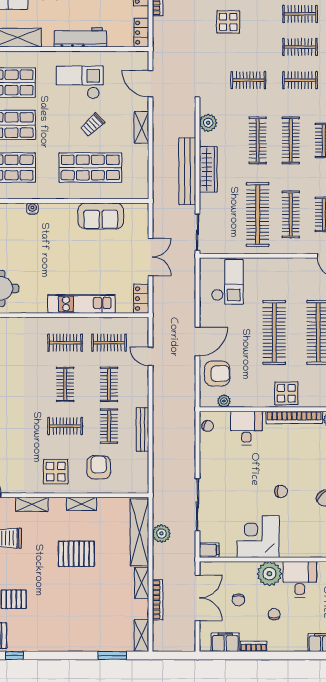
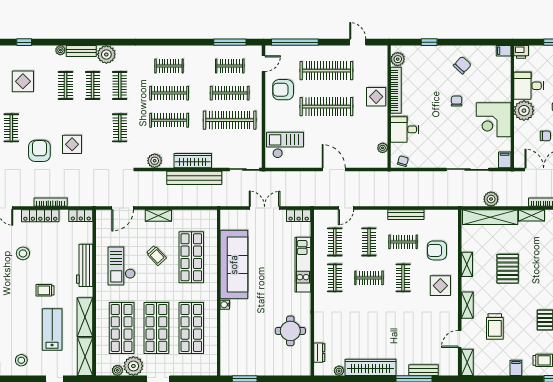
sofa: (101, 216) -> (234, 265), width x1.85, depth x1.27
armchair: (217, 374) -> (283, 90), moved, turned -90
clothes rail: (109, 384) -> (369, 242), turned 90

